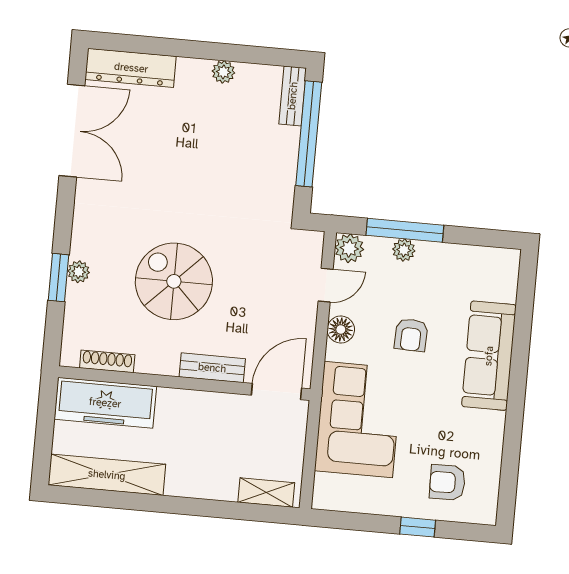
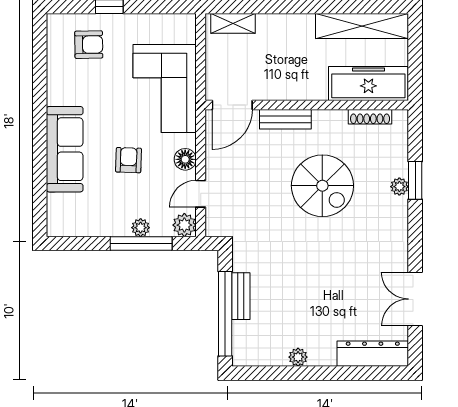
bench: (293, 96) -> (241, 296), moved
double door: (72, 131) -> (415, 299), width x0.73

